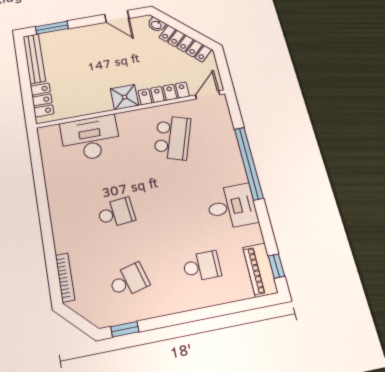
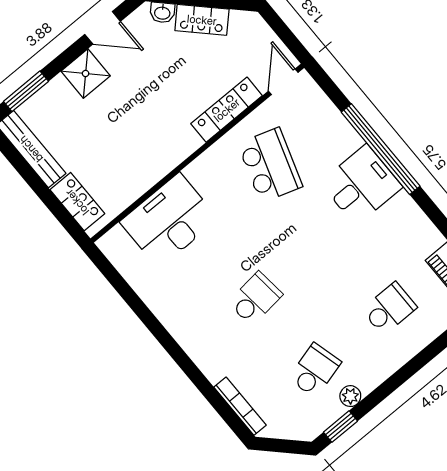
locker: (185, 43) -> (202, 20), width x0.66
shower: (125, 97) -> (86, 73), moved
desk: (232, 207) -> (361, 185), moved
plant: (143, 312) -> (350, 396), added

